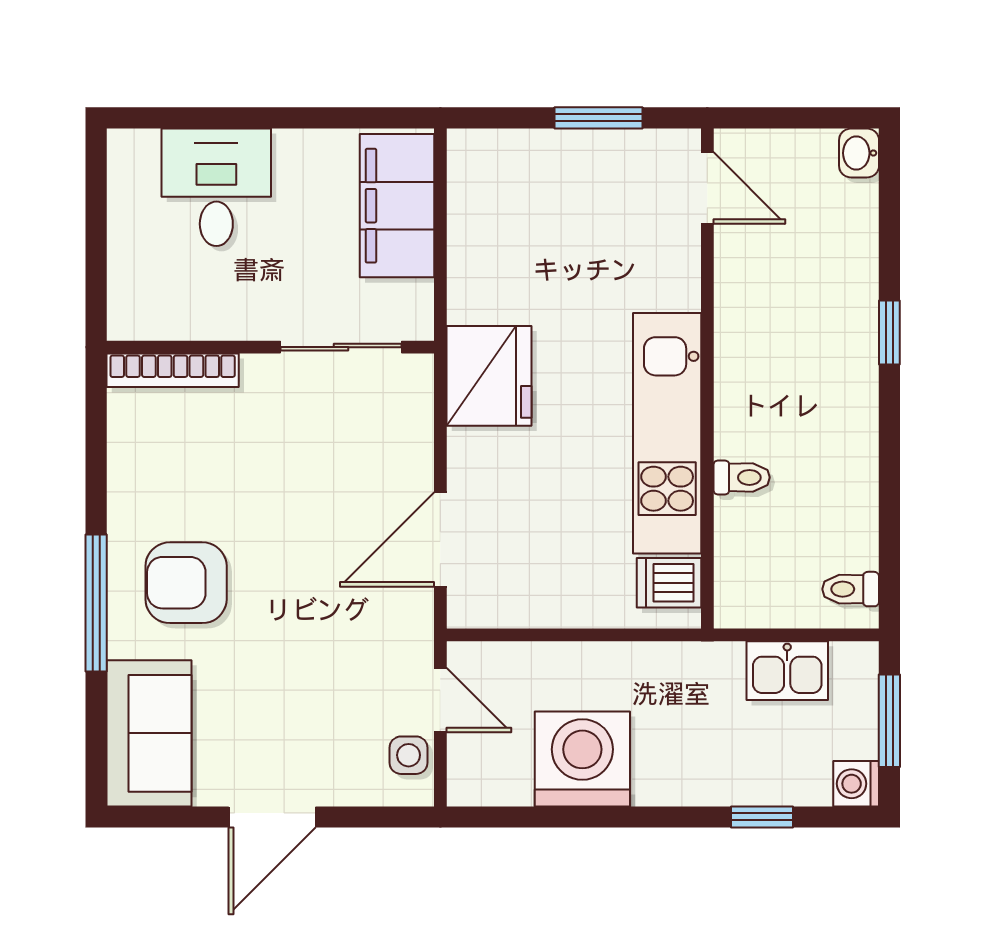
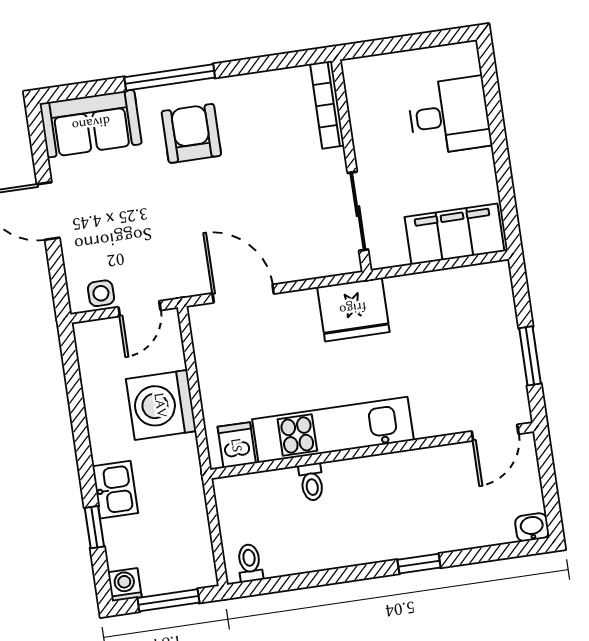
kitchen sink: (787, 671) -> (115, 490), moved, turned 180
washing machine: (582, 759) -> (161, 405), moved, turned 180

